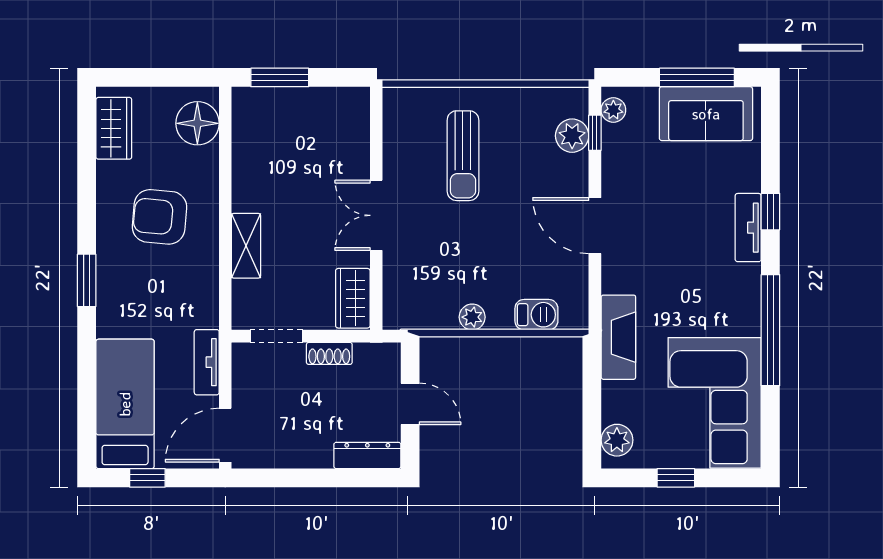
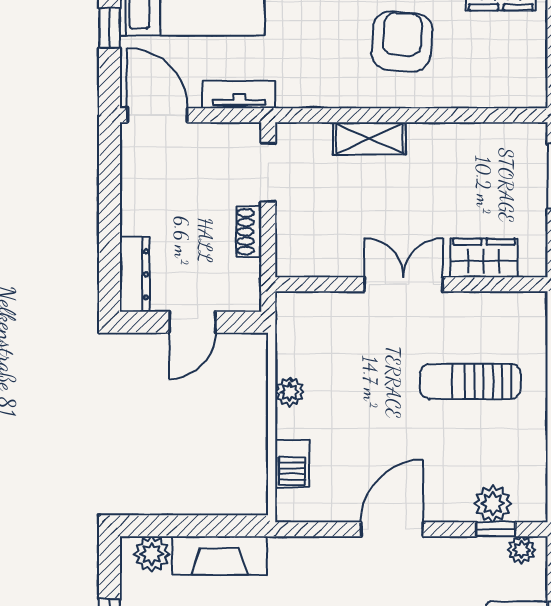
floor lamp: (197, 123) -> (507, 84), removed
wardrobe: (353, 298) -> (484, 258), moved
fireplace: (618, 337) -> (219, 556), moved

